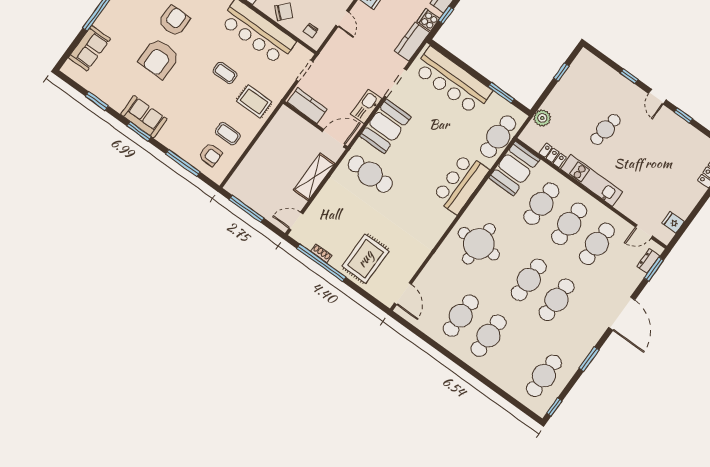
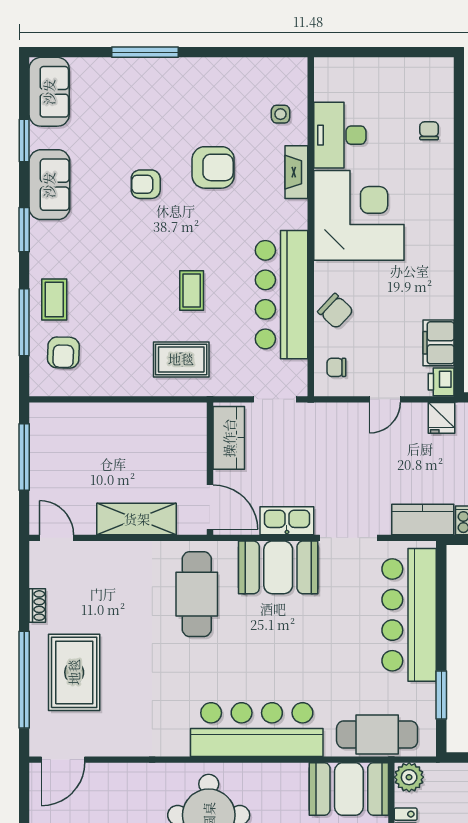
sofa: (89, 48) -> (49, 92), moved, turned -90
armchair: (159, 58) -> (146, 184), width x0.53, depth x0.53
rug: (254, 101) -> (181, 359), turned 90
sofa: (144, 117) -> (49, 185), moved
plant: (542, 118) -> (409, 777), moved
coffee table: (228, 134) -> (54, 300), moved
bar counter: (461, 183) -> (257, 730), width x1.36
rug: (365, 259) -> (74, 672), turned 90
window: (321, 263) -> (24, 680), moved

